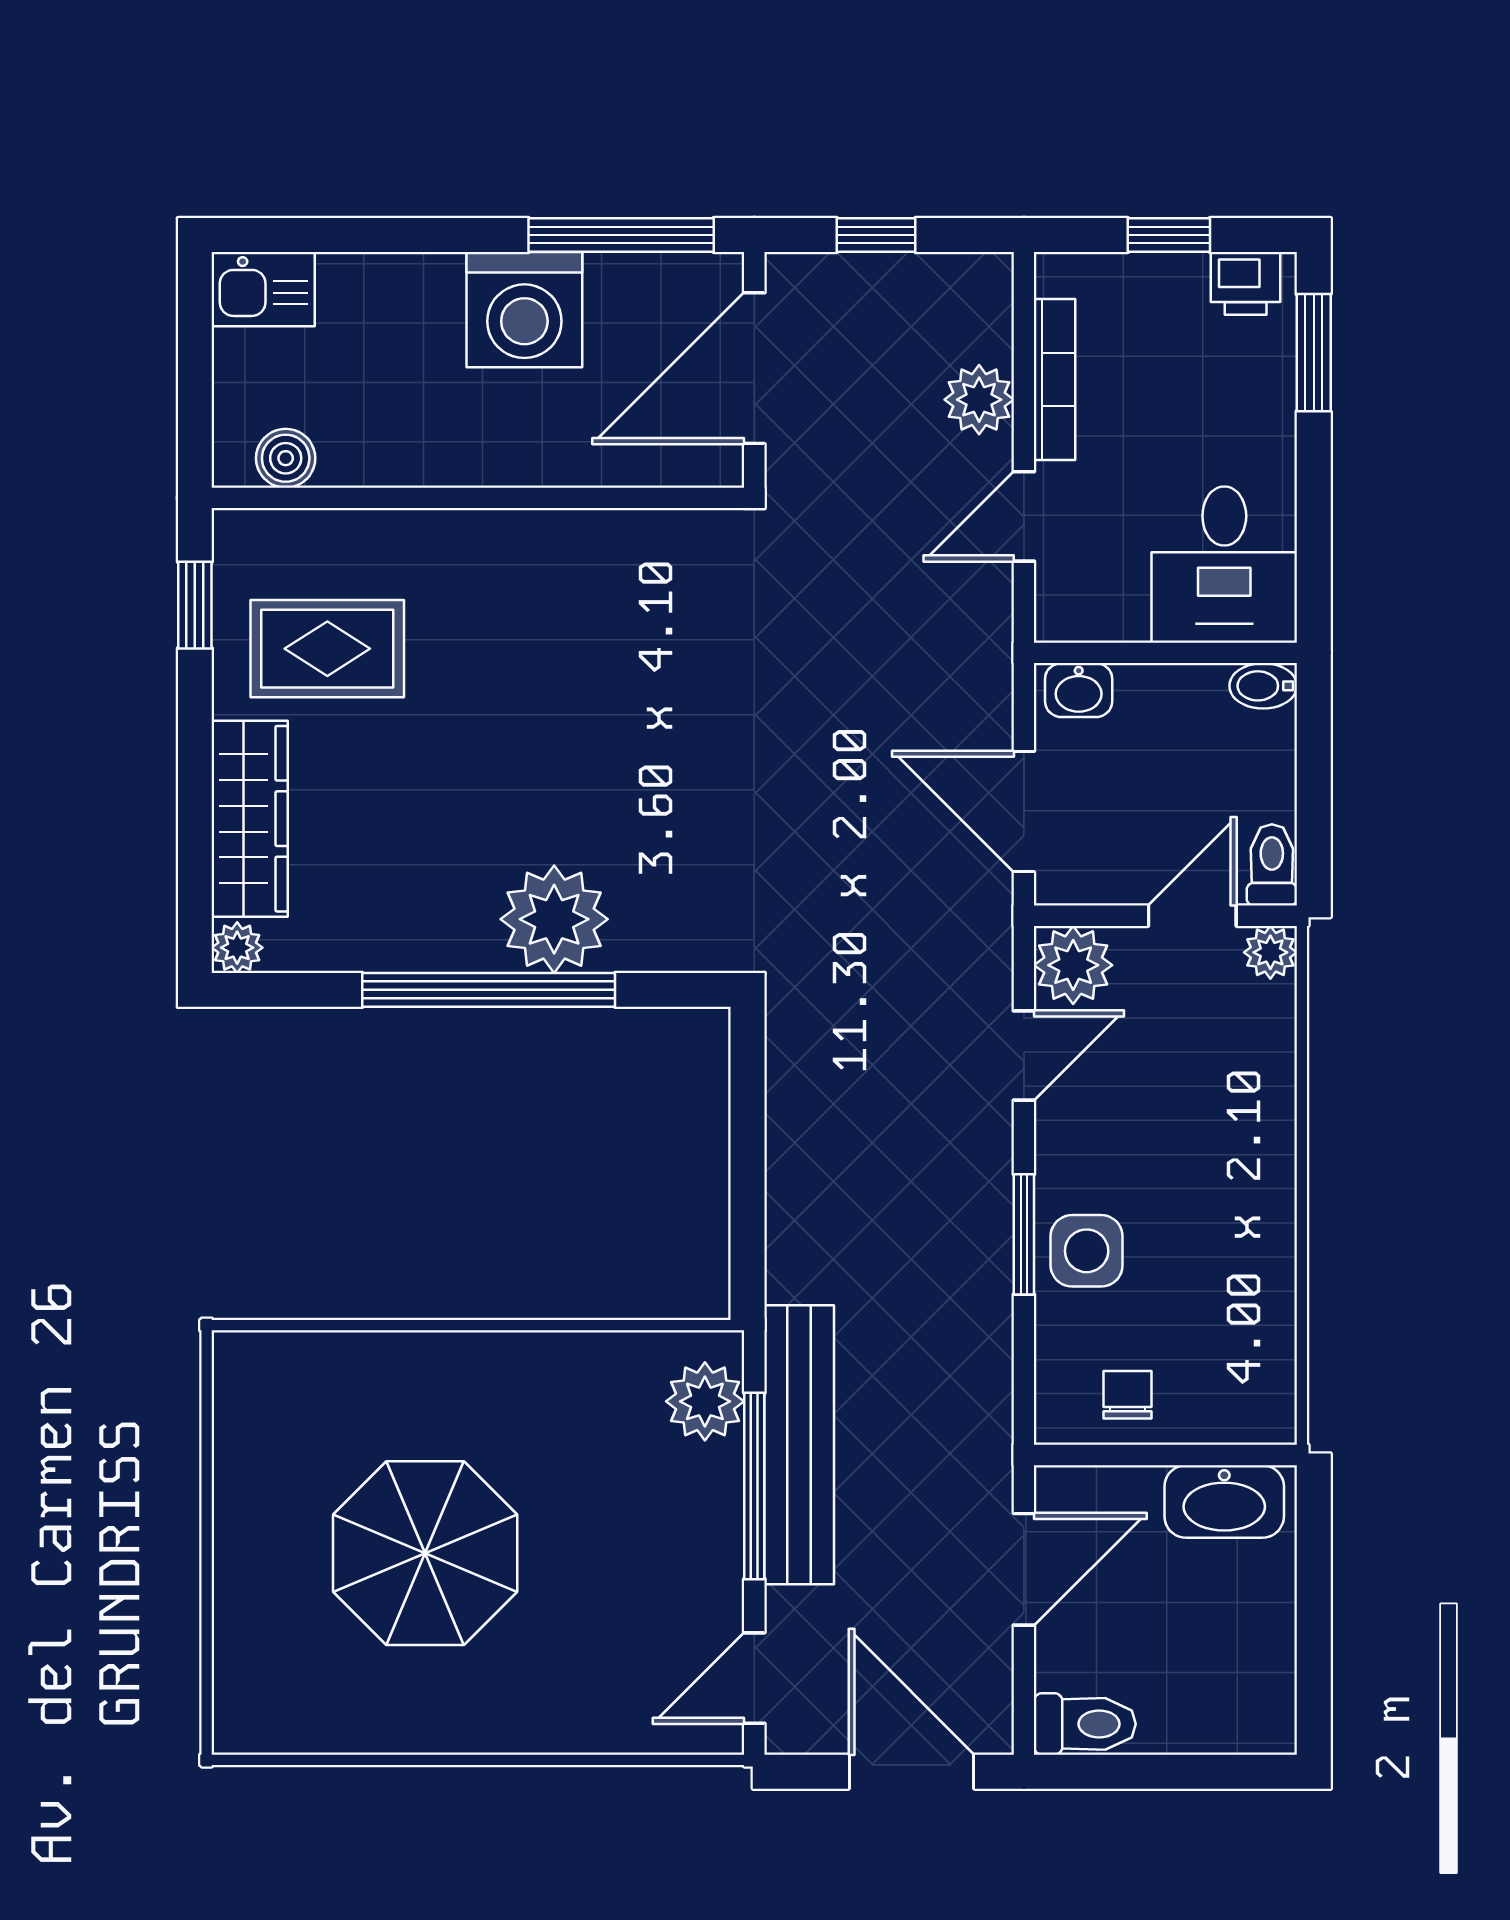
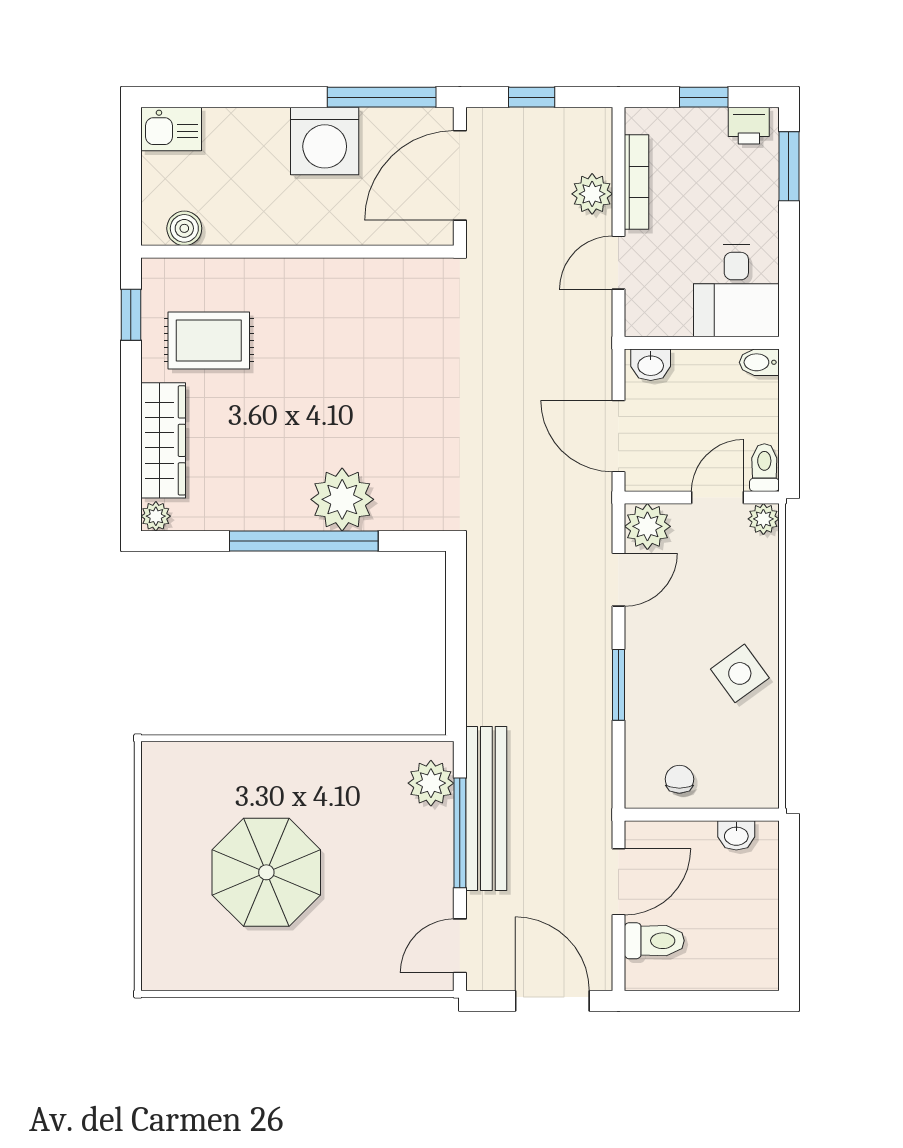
side table: (1087, 1251) -> (740, 673), moved, turned -36
washbasin: (1224, 1501) -> (736, 835), width x0.52, depth x0.69
toilet: (1085, 1724) -> (654, 941), moved

